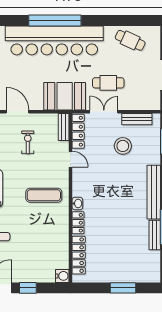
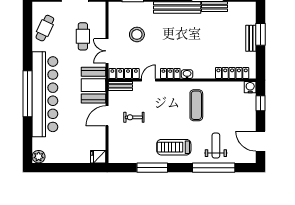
cafe table: (108, 83) -> (83, 36), moved
door: (18, 112) -> (107, 116), moved
bench: (137, 119) -> (251, 38), moved
exercise mat: (44, 195) -> (196, 105), moved
locker: (78, 223) -> (170, 73), moved
window: (28, 288) -> (261, 103), moved

